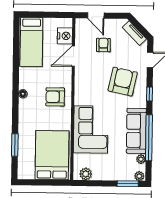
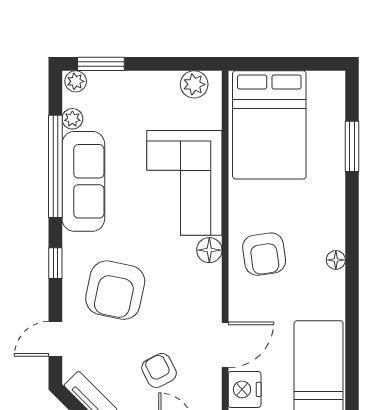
armchair: (103, 45) -> (159, 370), turned 153
armchair: (55, 97) -> (264, 254), turned 82
floor lamp: (80, 99) -> (209, 250), added

